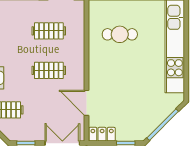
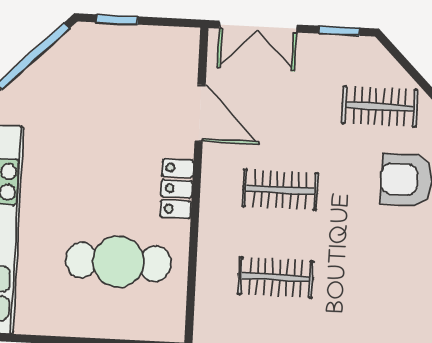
cafe table: (120, 34) -> (118, 262), width x1.37, depth x1.35
locker: (102, 134) -> (177, 189), moved, turned 90

